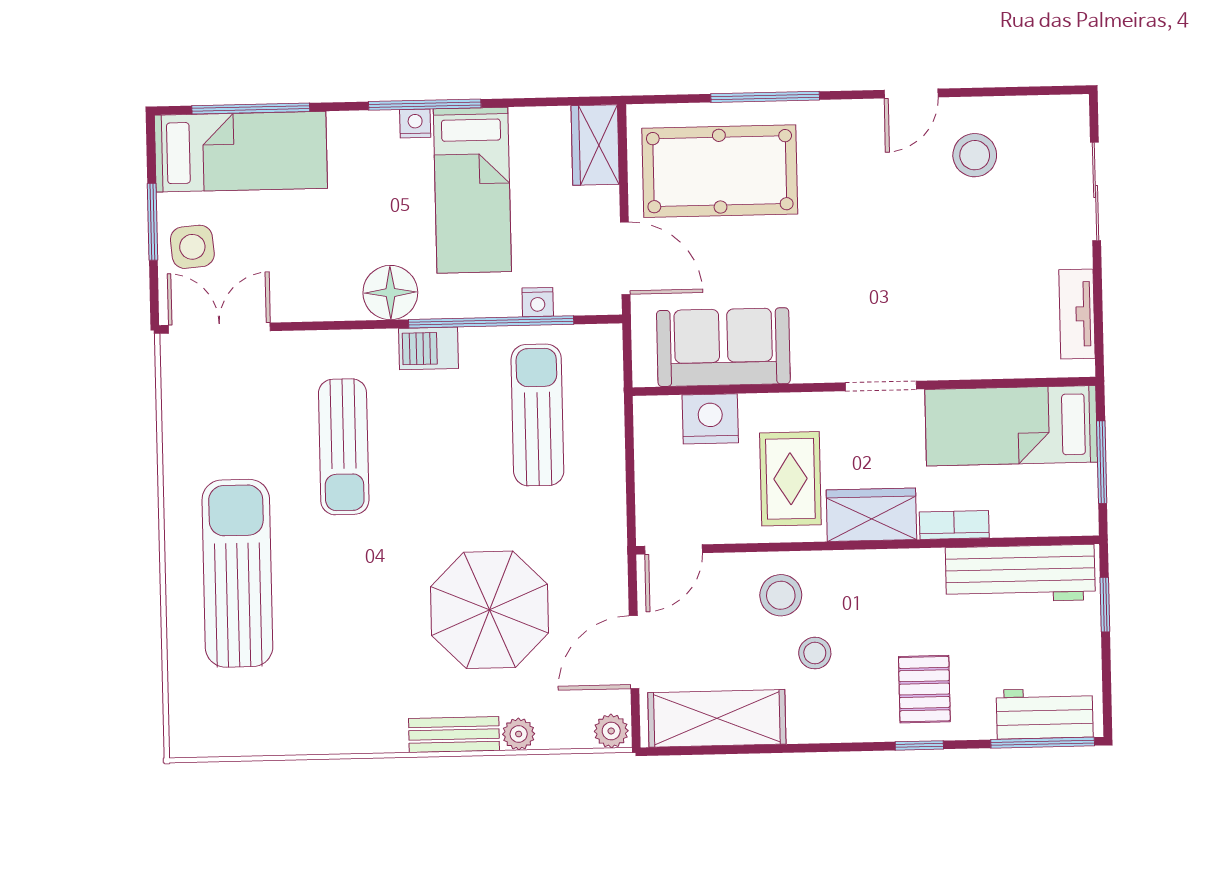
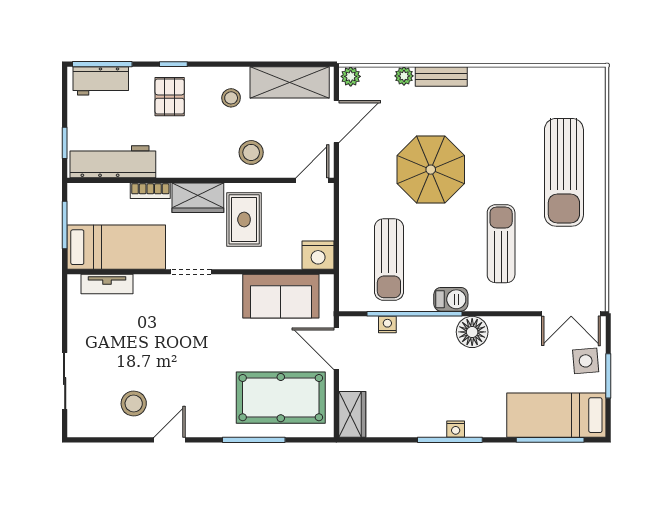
bed: (472, 190) -> (424, 390), removed
tv unit: (1077, 314) -> (107, 284), moved, turned 90
nightstand: (710, 419) -> (318, 255), moved
parasol: (490, 610) -> (431, 170), moved
stool: (815, 653) -> (231, 98), moved

